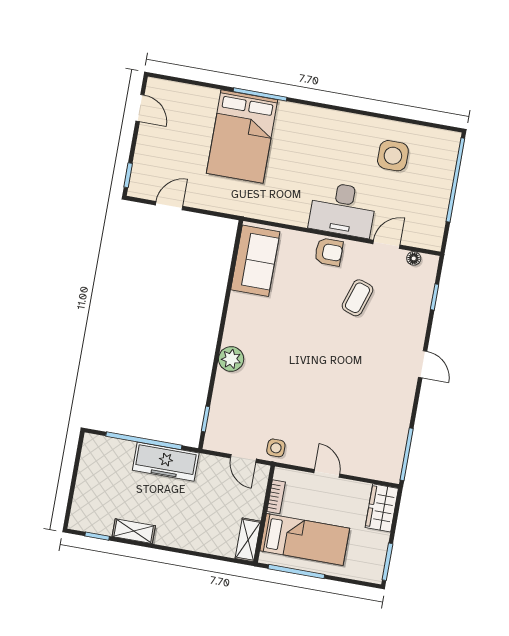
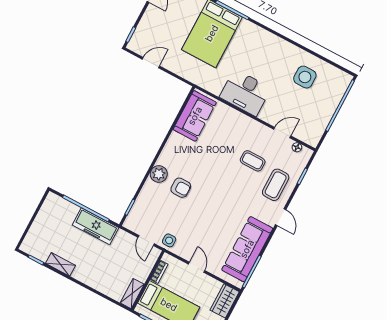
desk: (343, 209) -> (245, 93), moved
armchair: (329, 252) -> (181, 188), moved
coffee table: (357, 298) -> (253, 161), turned 72
coffee table: (401, 321) -> (276, 185), added
sofa: (390, 425) -> (247, 249), added

